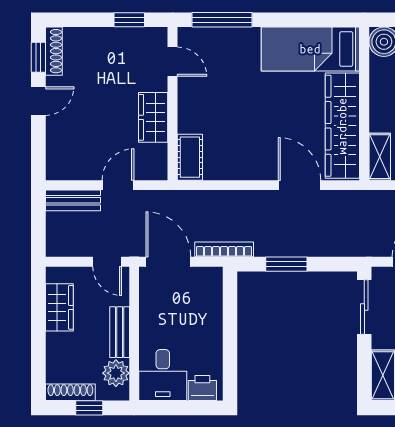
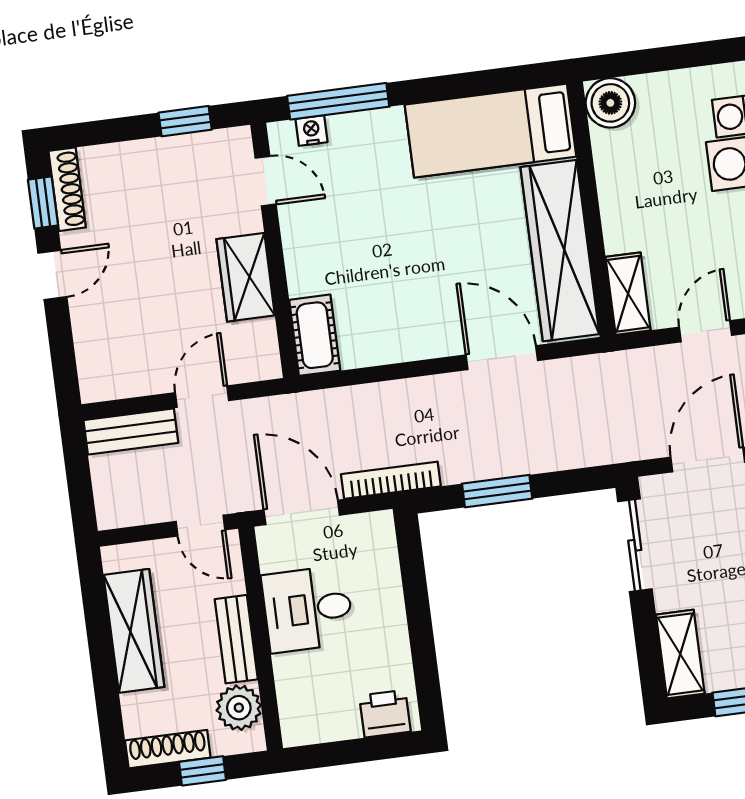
nightstand: (204, 35) -> (311, 131), added
wardrobe: (59, 307) -> (134, 631), width x1.50
desk: (163, 375) -> (308, 609), moved, turned 90

